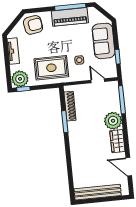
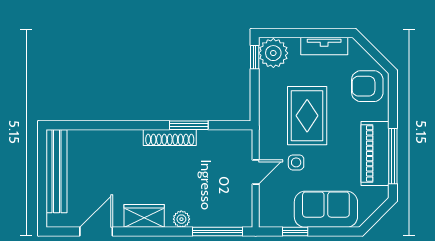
armchair: (33, 25) -> (367, 86), turned 99
rug: (51, 68) -> (307, 116), moved
door: (98, 81) -> (256, 172), moved
shoe rack: (70, 106) -> (170, 137), moved
plant: (113, 121) -> (181, 219), width x0.53, depth x0.53

